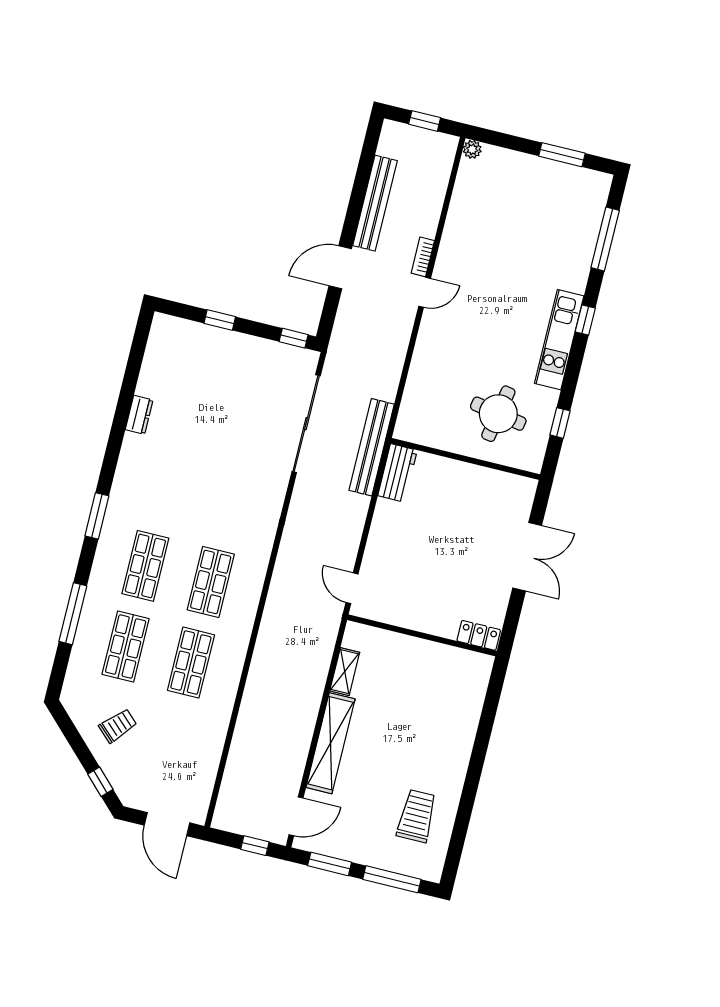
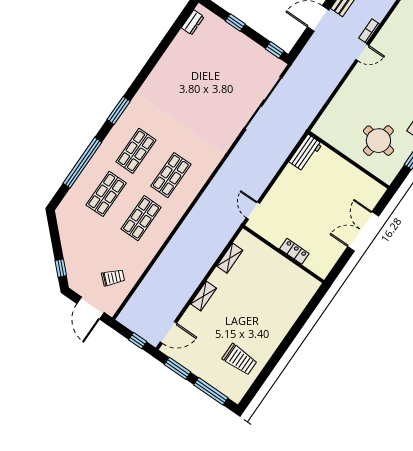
dresser: (139, 415) -> (193, 22), moved
bench: (372, 447) -> (296, 132), removed
double door: (527, 557) -> (363, 231), swing flipped
window: (73, 614) -> (82, 163), width x1.46
locker: (479, 635) -> (294, 251), moved
trolley: (118, 726) -> (113, 278), moved
shelving: (331, 743) -> (204, 296), width x0.45, depth x0.75
trolley: (417, 816) -> (240, 360), turned 90

